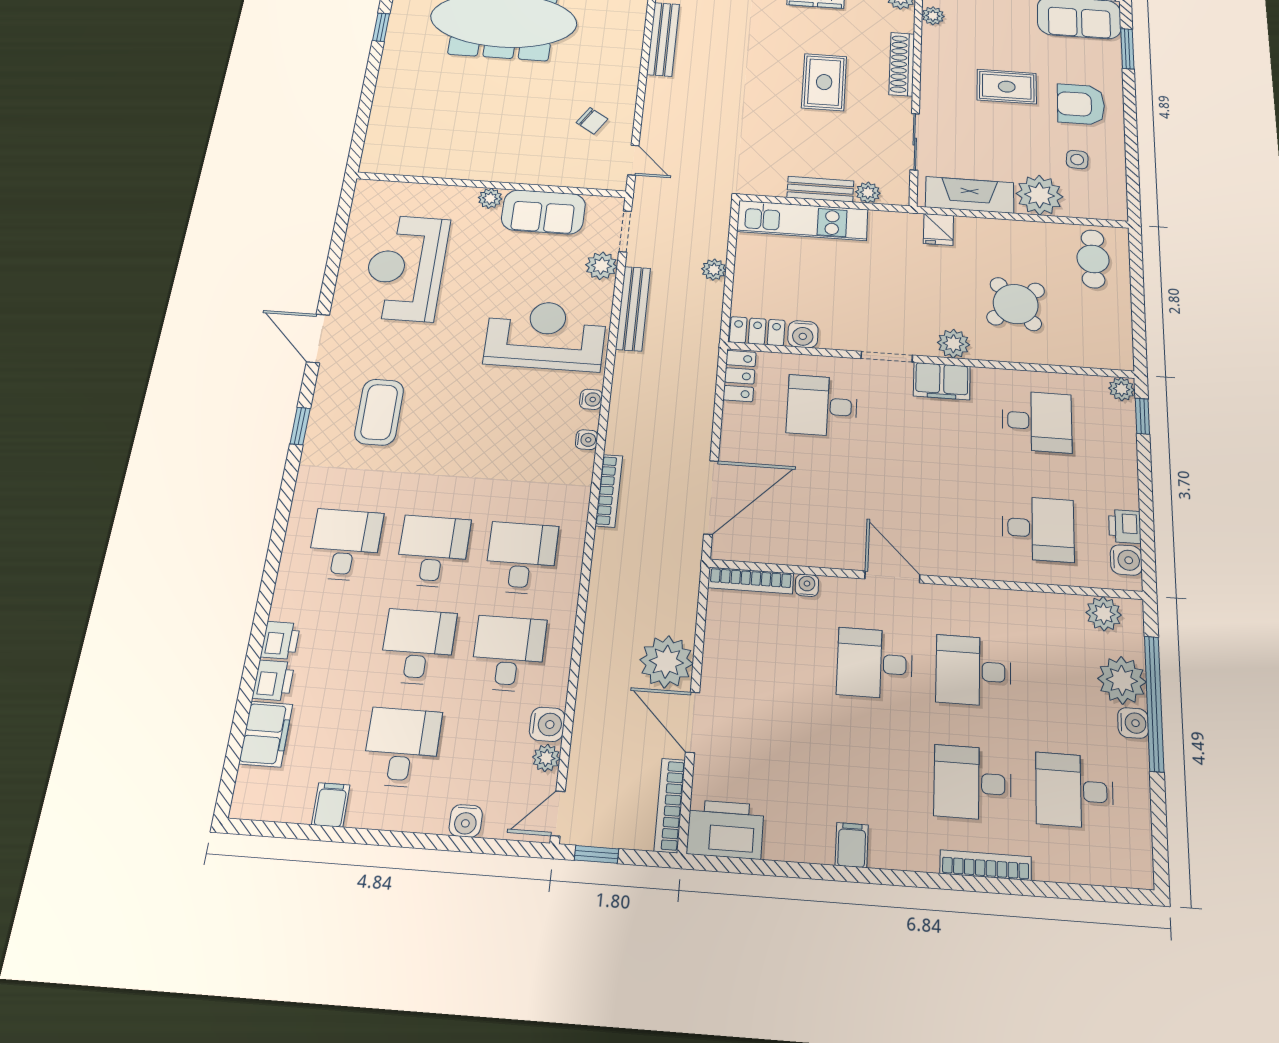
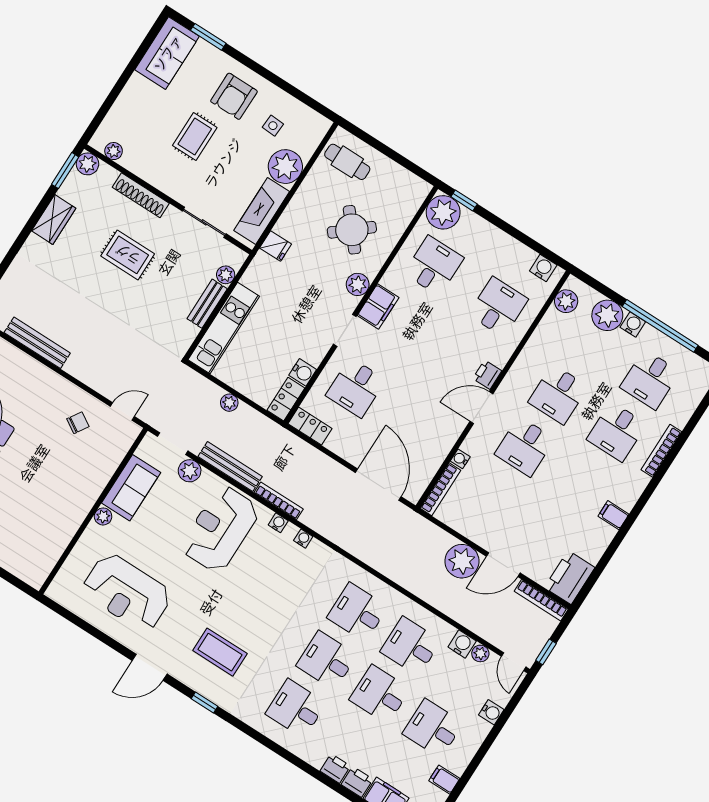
plant: (1122, 389) -> (443, 212), width x1.87, depth x1.87
bookcase: (609, 491) -> (279, 501), moved
printer: (1125, 526) -> (487, 375), moved, turned 90
window: (1154, 703) -> (660, 326), moved

